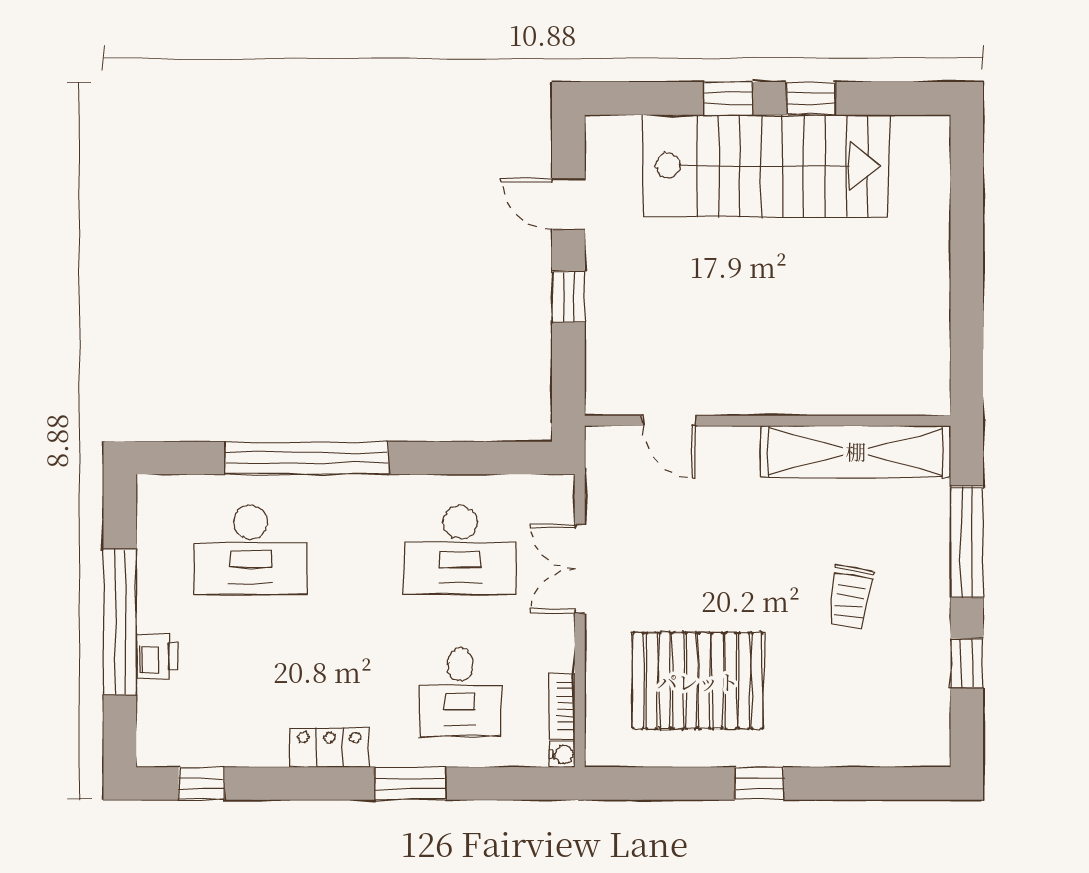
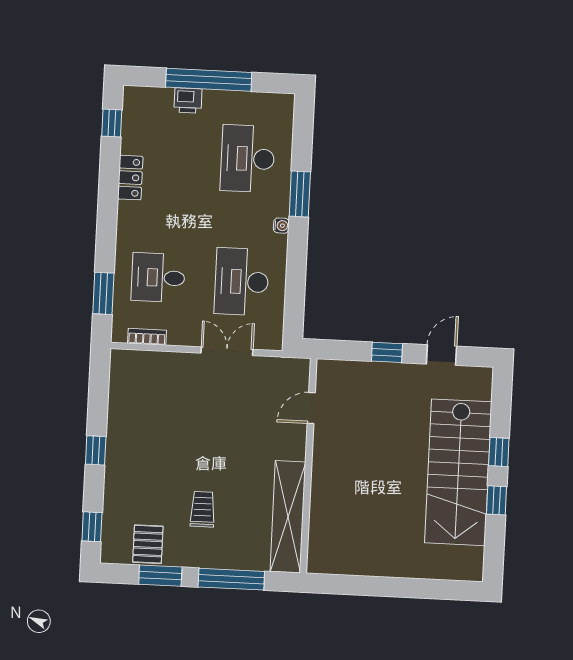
window: (307, 458) -> (300, 194), width x0.47
trolley: (850, 597) -> (203, 509), turned 81
window: (967, 663) -> (160, 576), width x1.50
pallet: (698, 681) -> (148, 544), moved, width x0.49, depth x0.50
locker: (330, 747) -> (130, 178), moved
water cooler: (562, 754) -> (281, 226), moved, turned -90
window: (410, 784) -> (103, 293), moved
window: (889, 784) -> (92, 527), added

